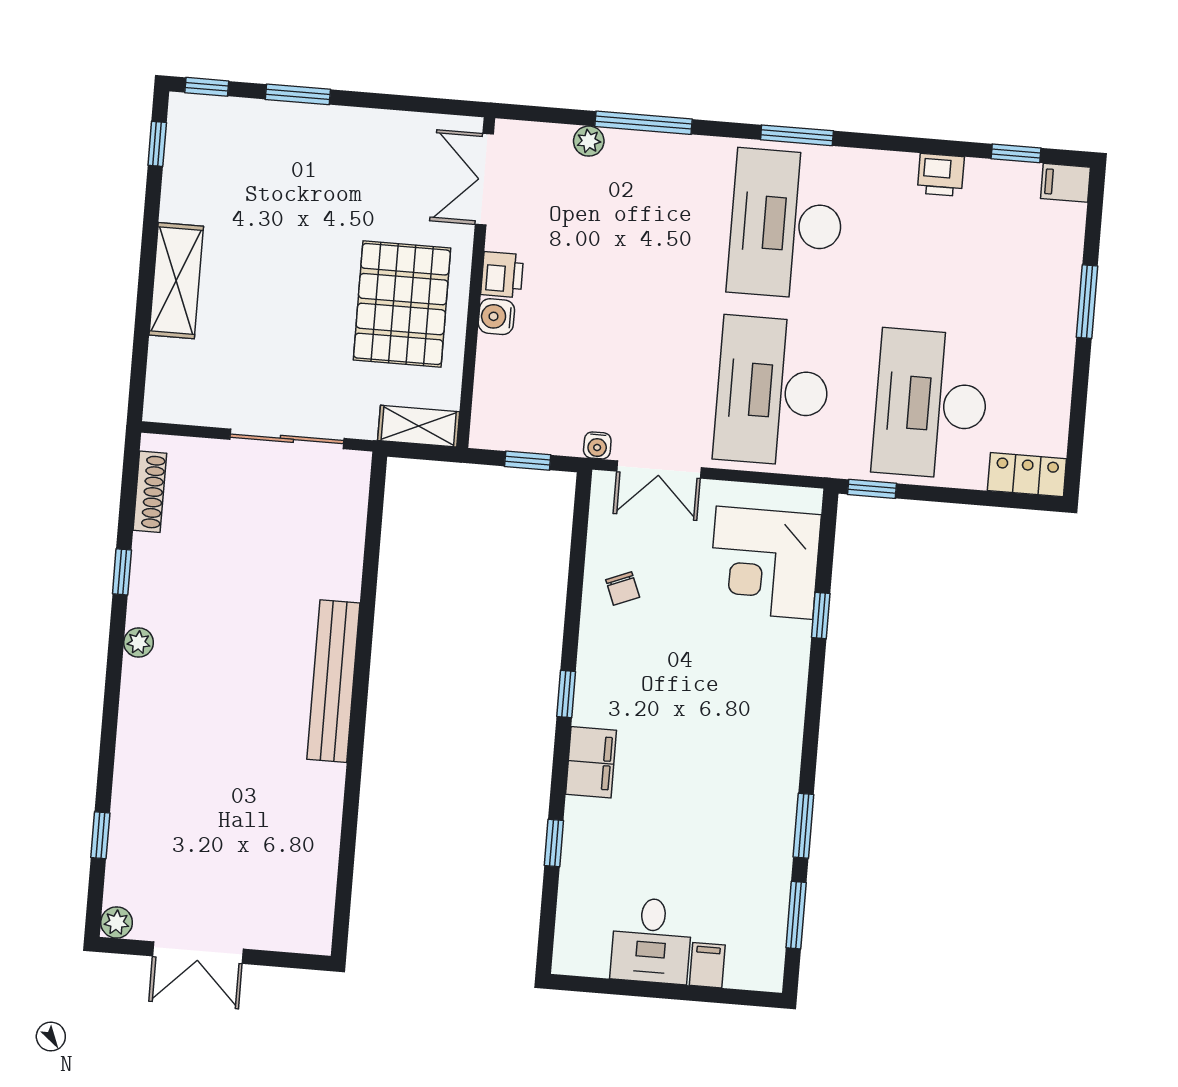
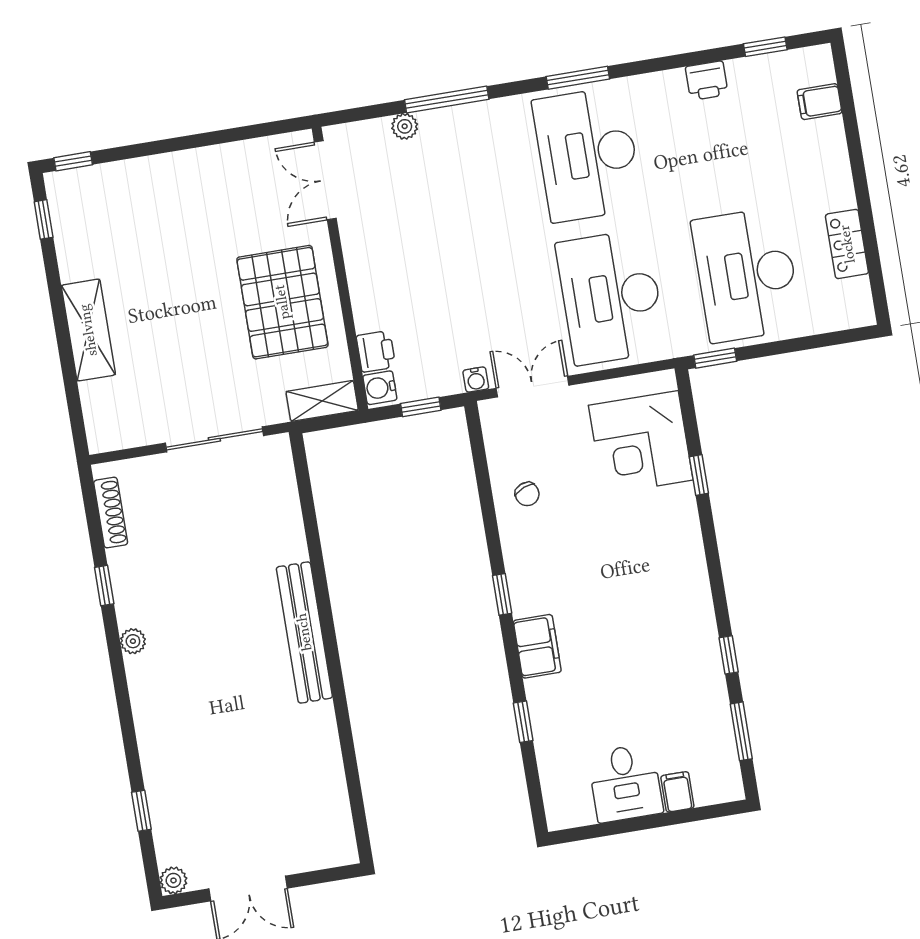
window: (298, 94) -> (151, 148), removed
filing cabinet: (1065, 183) -> (820, 102), moved
printer: (502, 275) -> (376, 351), moved
window: (1087, 302) -> (856, 156), removed
water cooler: (496, 317) -> (380, 388), moved
double door: (659, 469) -> (533, 387), swing flipped
locker: (1027, 475) -> (847, 244), moved, turned -90
window: (803, 826) -> (729, 655), width x0.67

